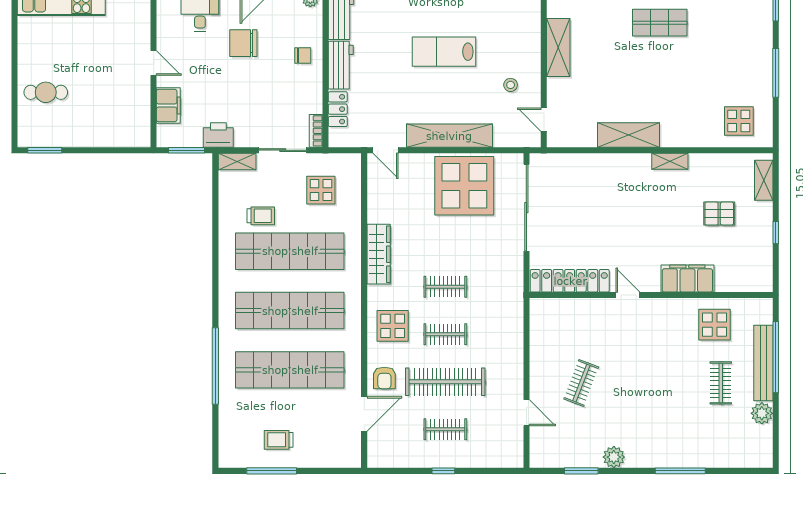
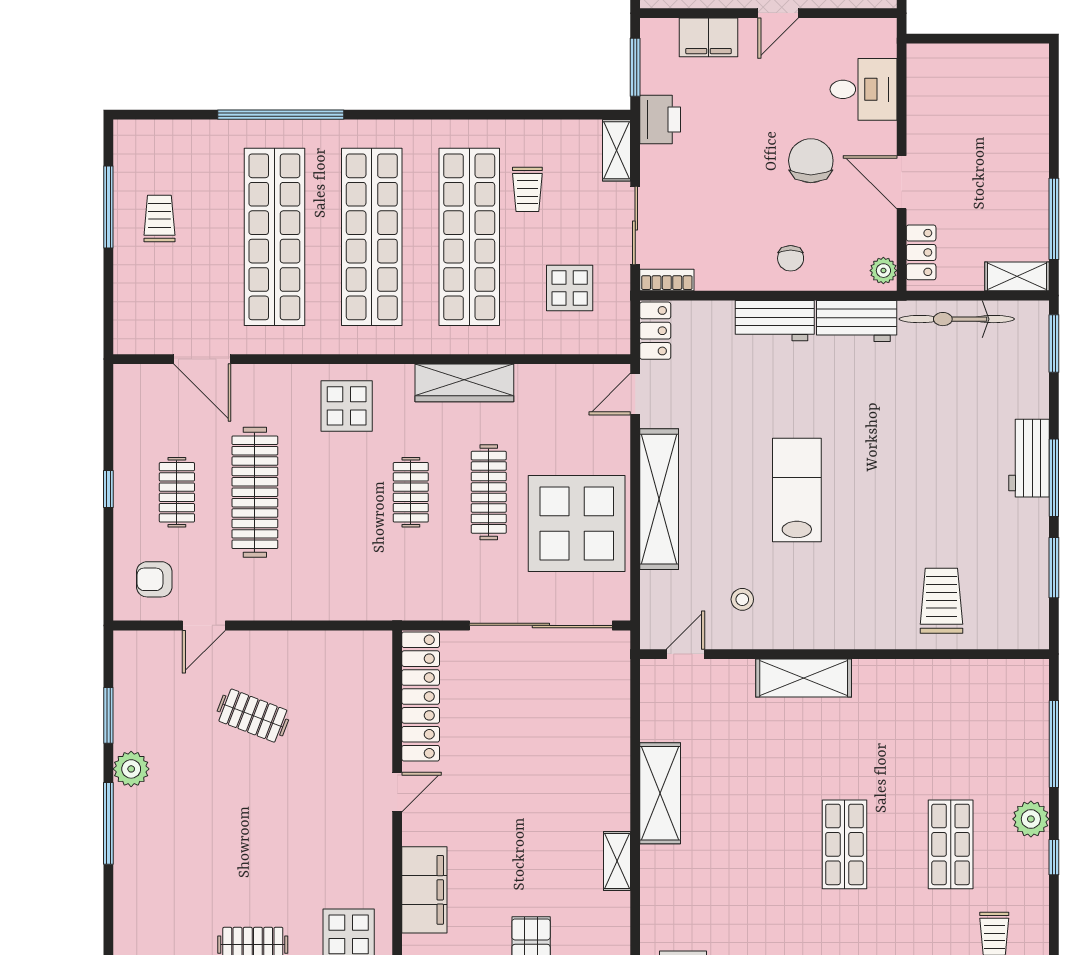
locker: (338, 109) -> (655, 331), moved, turned -90
clothes rail: (445, 334) -> (489, 492), moved, width x1.36
armchair: (384, 378) -> (154, 579), moved
window: (680, 471) -> (108, 823), moved

